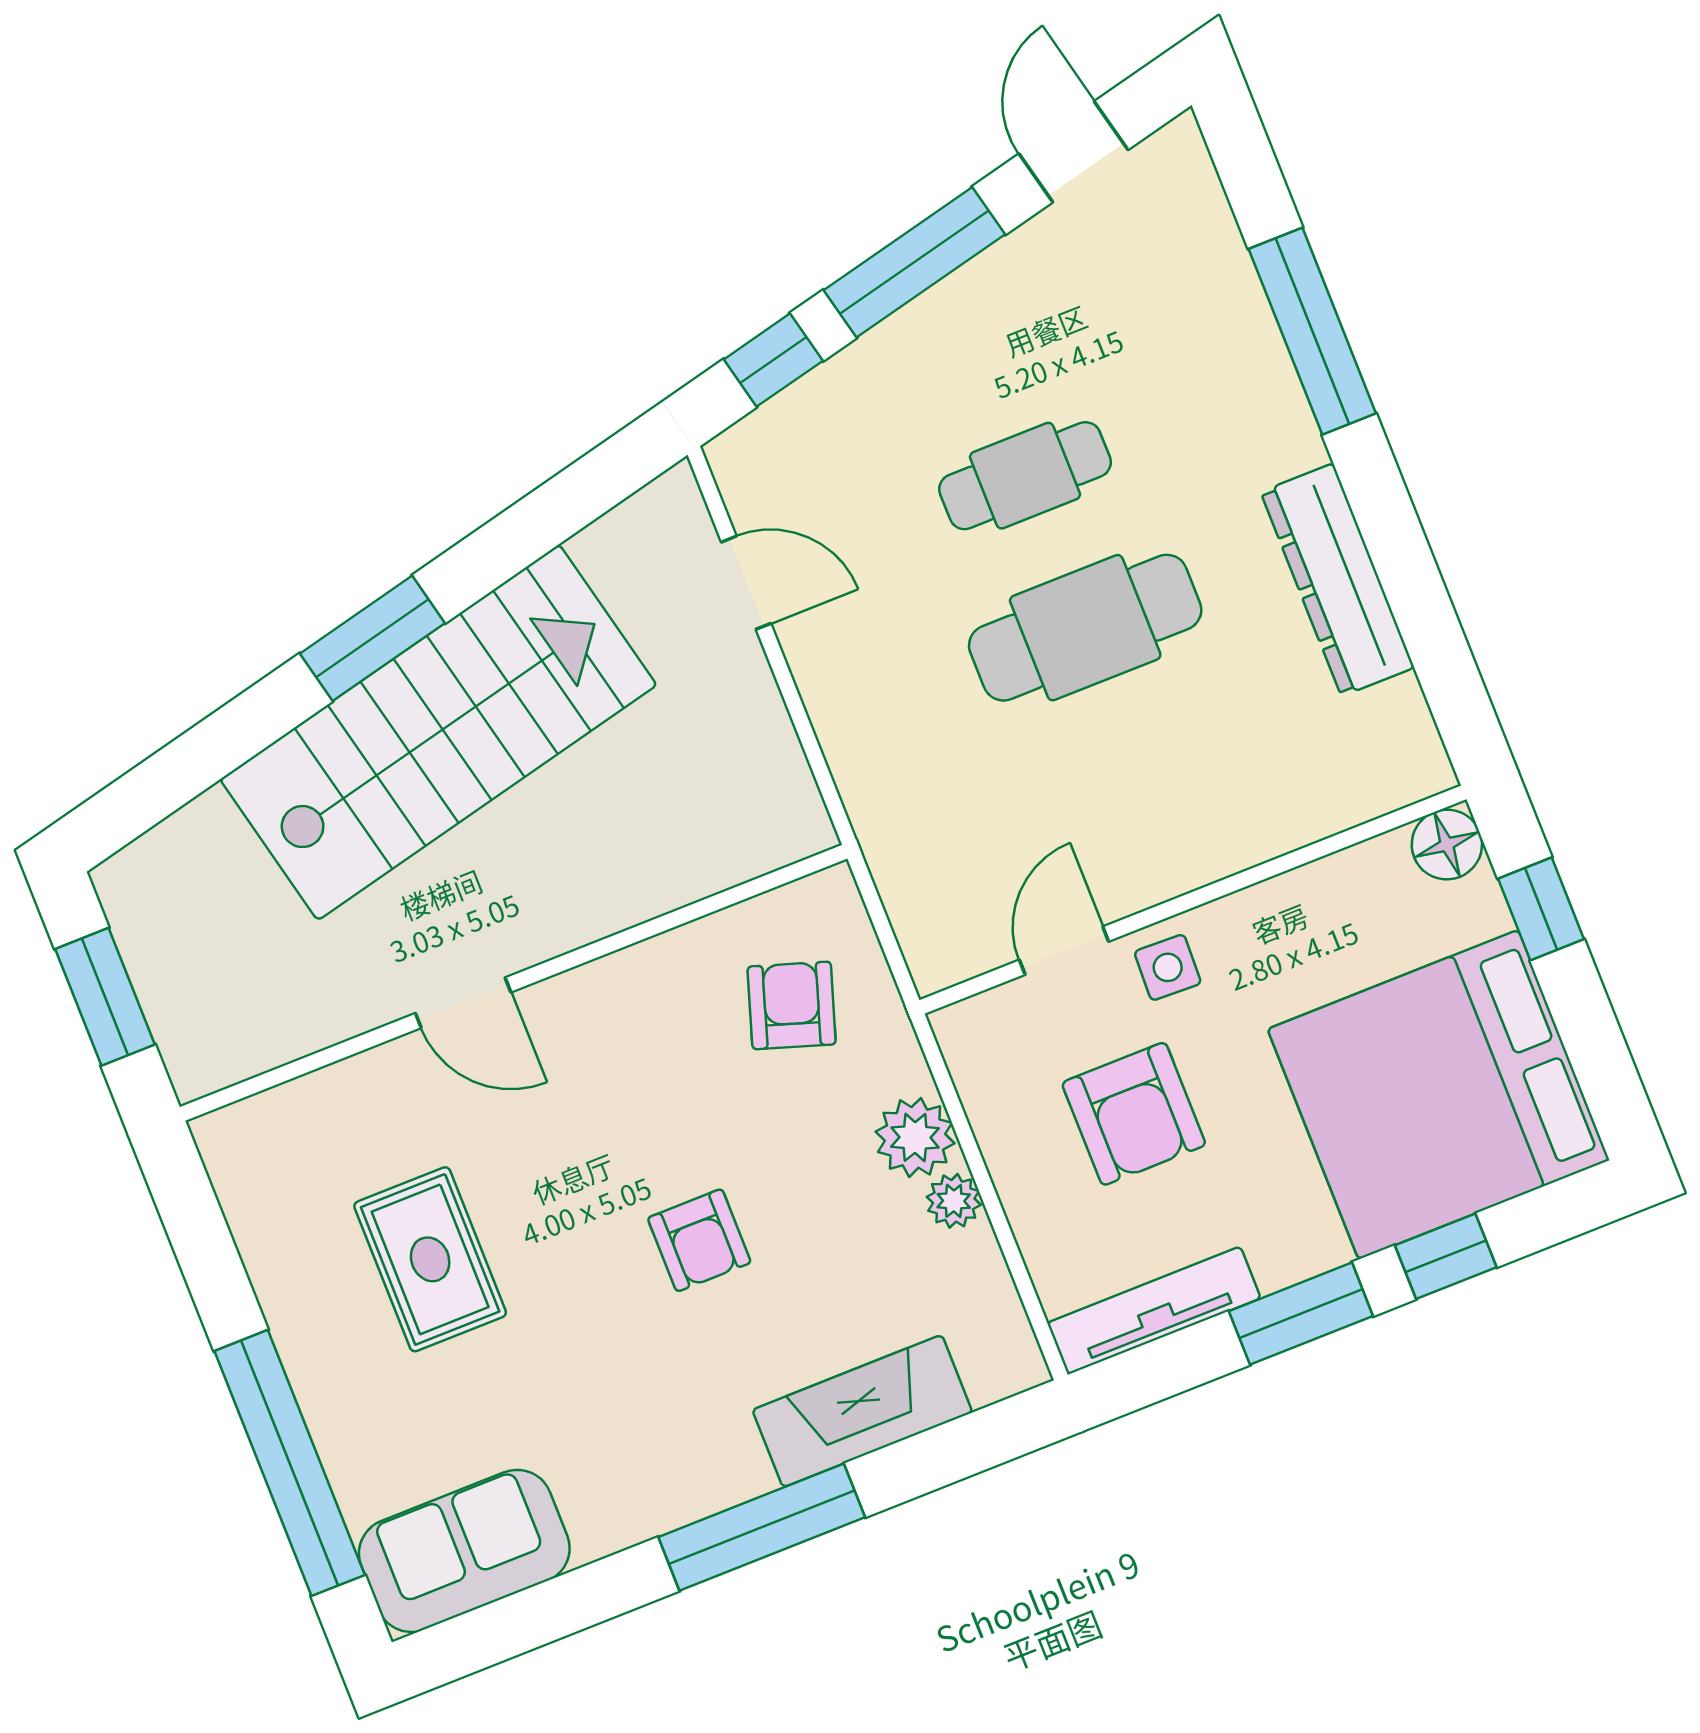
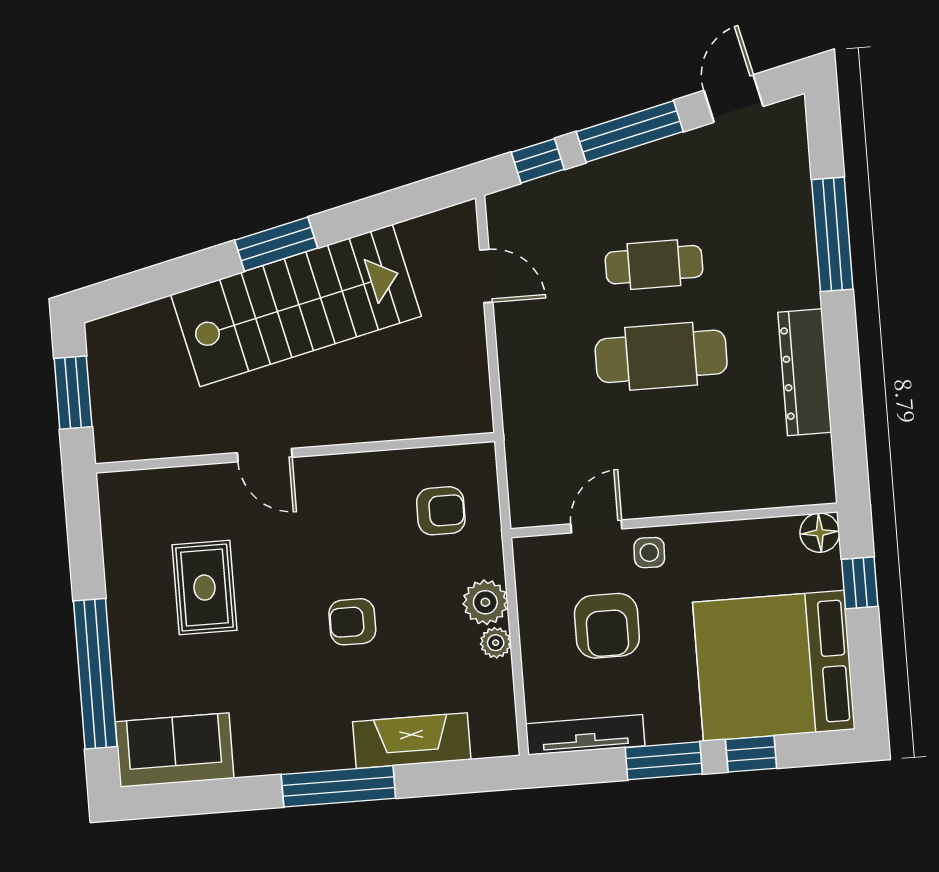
armchair: (792, 1005) -> (441, 511), turned 72
armchair: (699, 1240) -> (352, 622), turned 90

